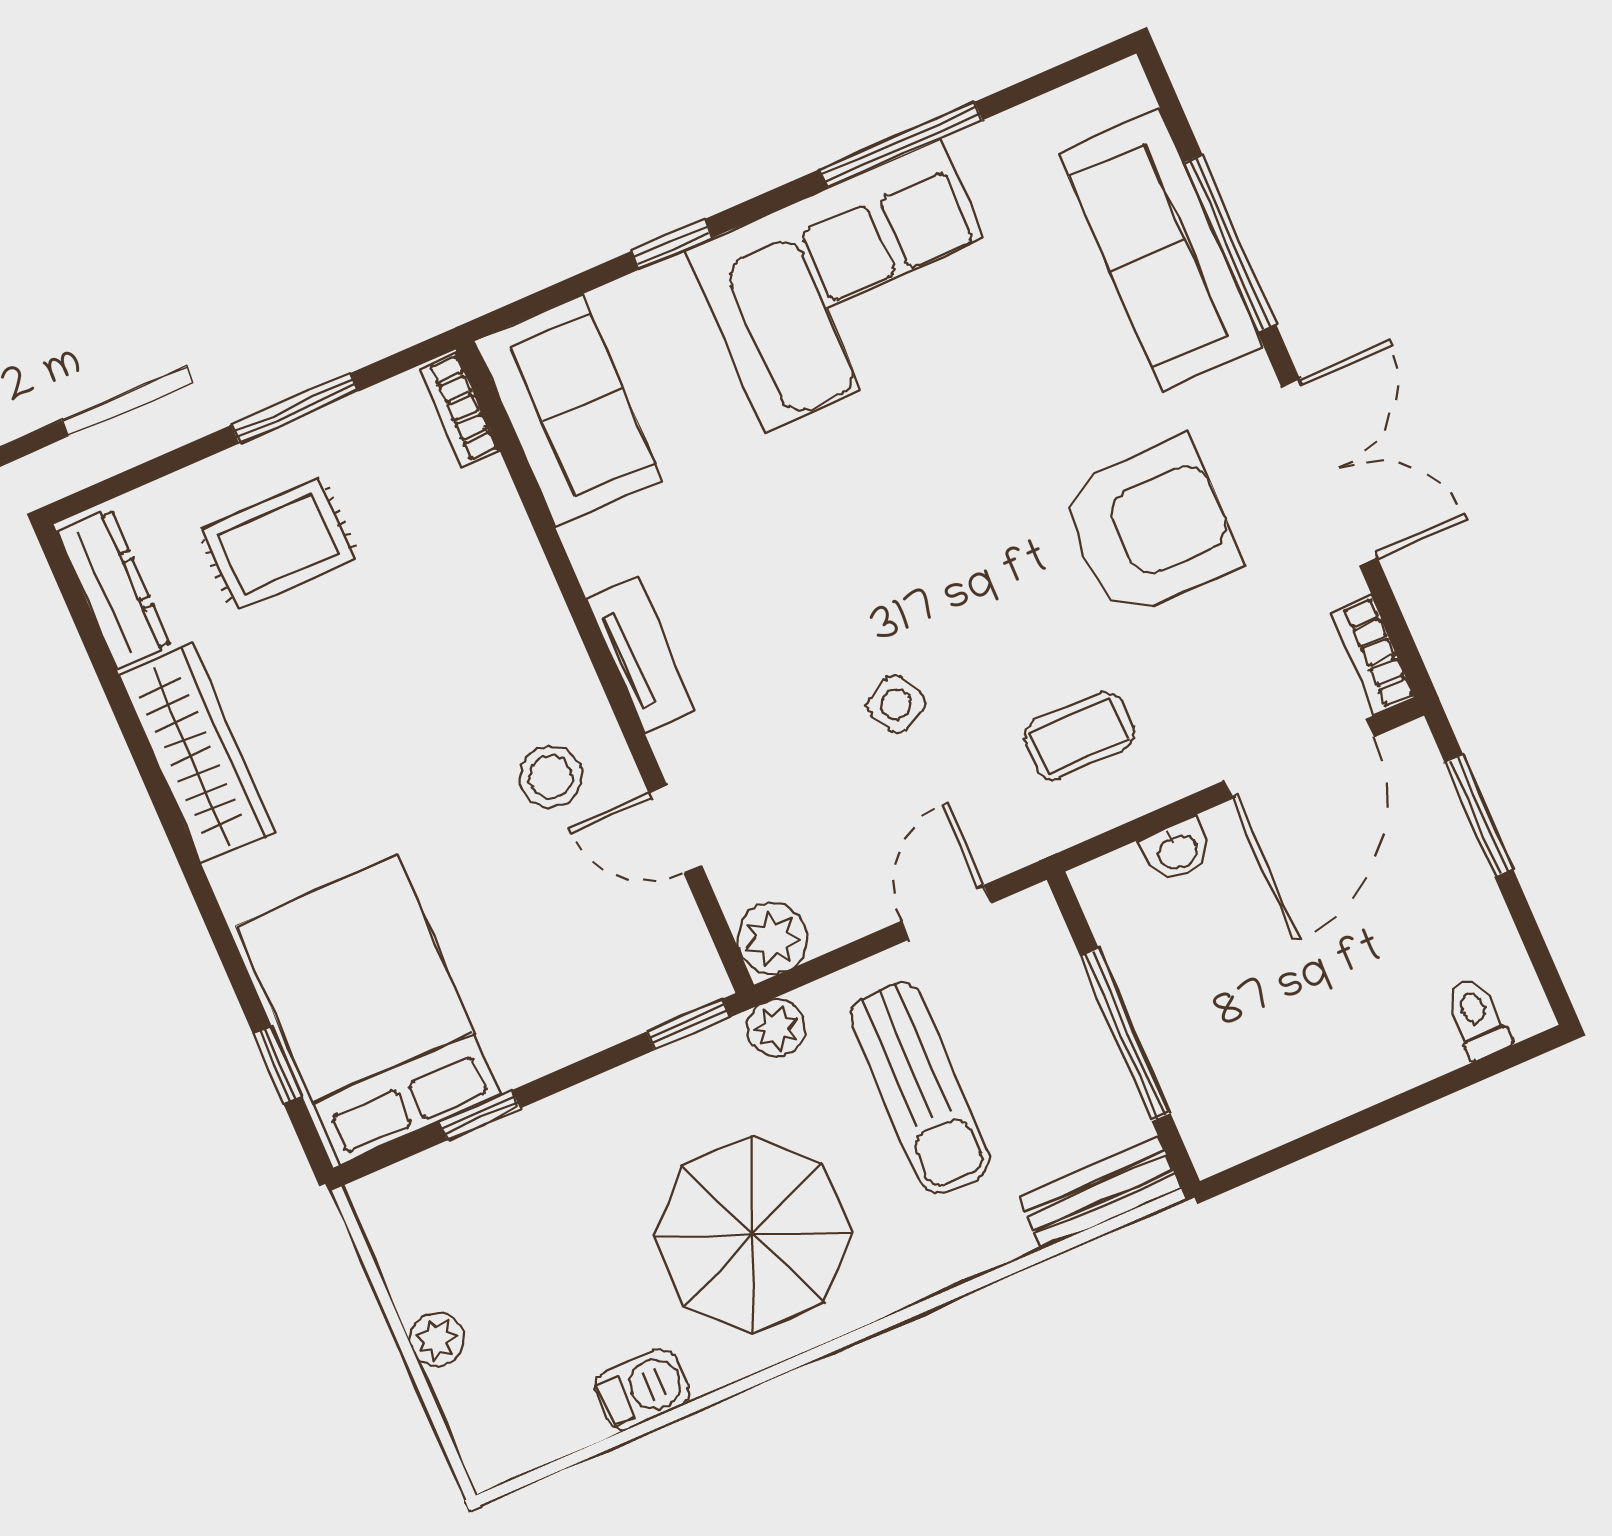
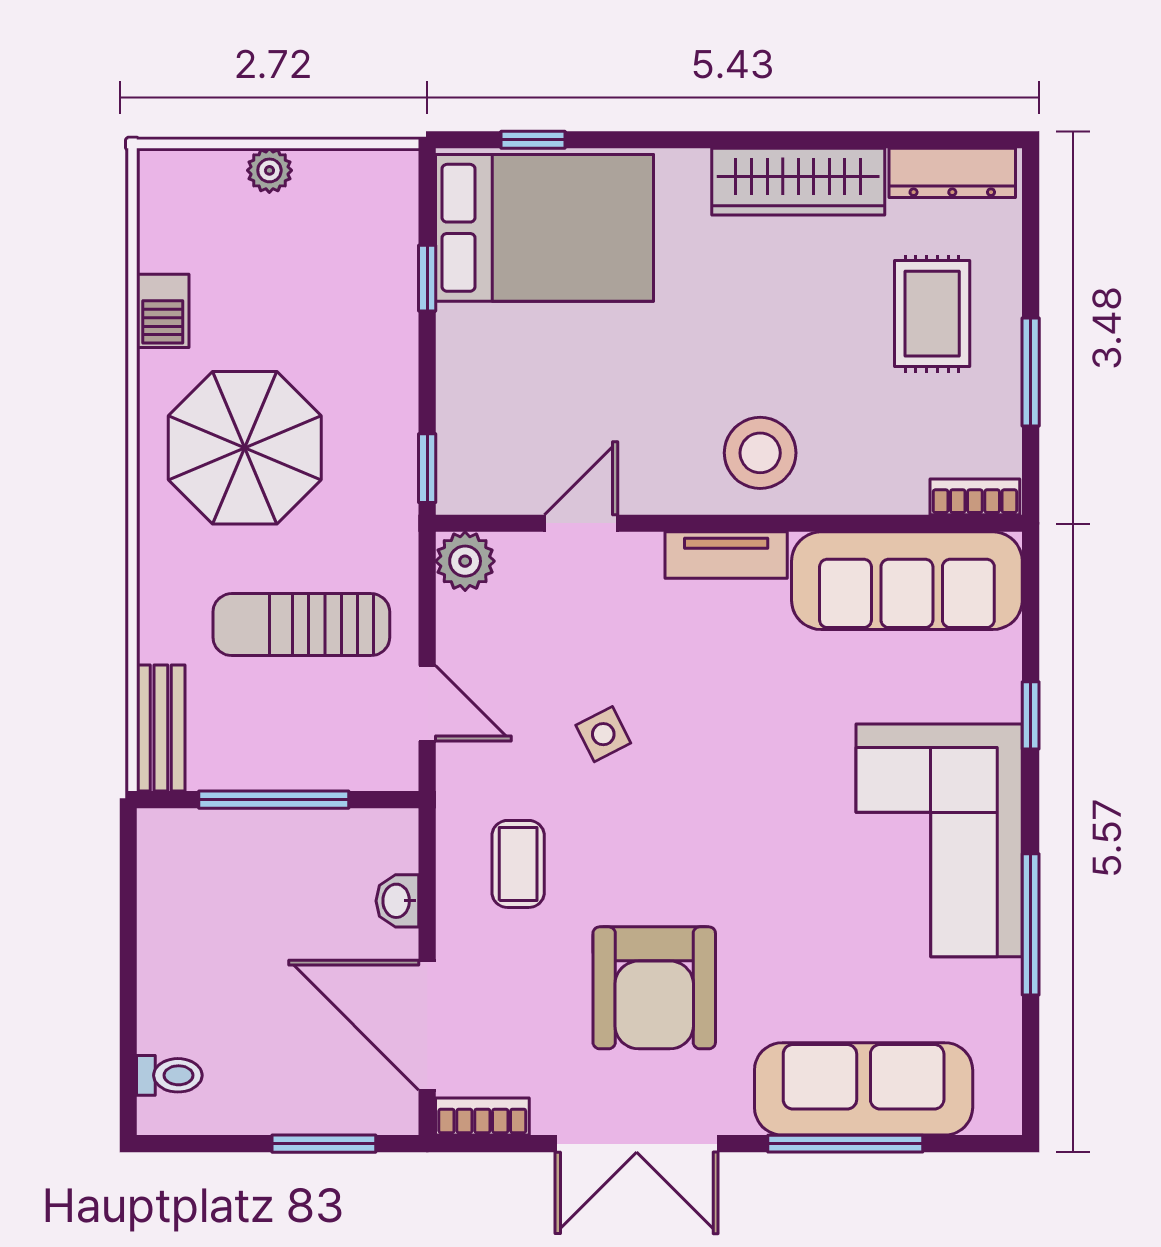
sofa: (568, 411) -> (907, 581), width x1.36
stool: (550, 777) -> (760, 453), moved, width x1.38, depth x1.38
plant: (776, 1028) -> (395, 534), removed

